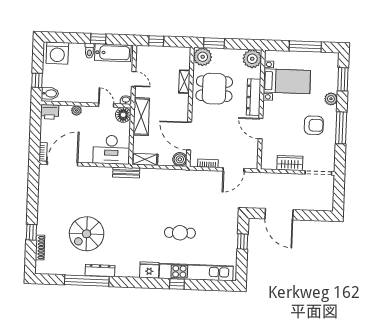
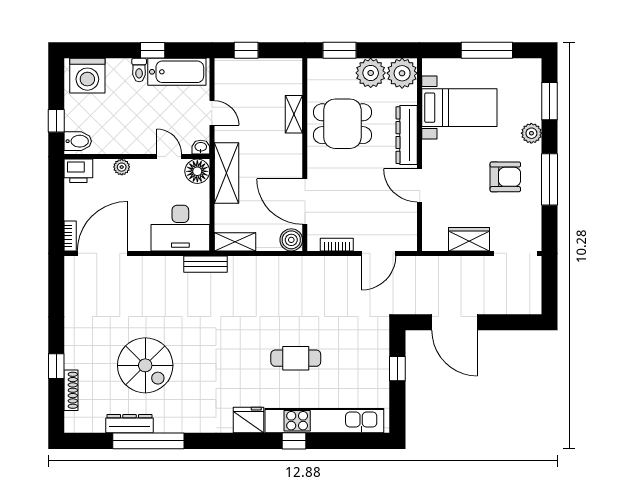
plant: (203, 57) -> (371, 73), moved
spiral stairs: (87, 234) -> (145, 365), turned -90
dresser: (100, 270) -> (130, 424), moved

